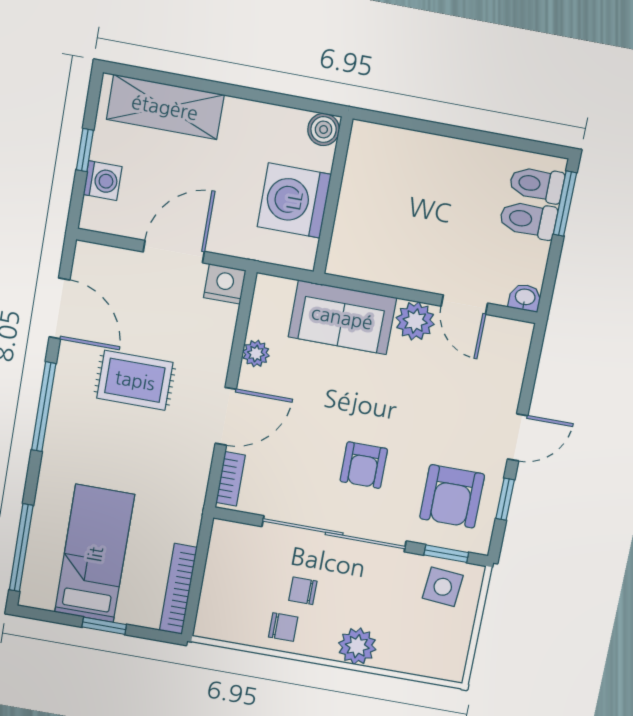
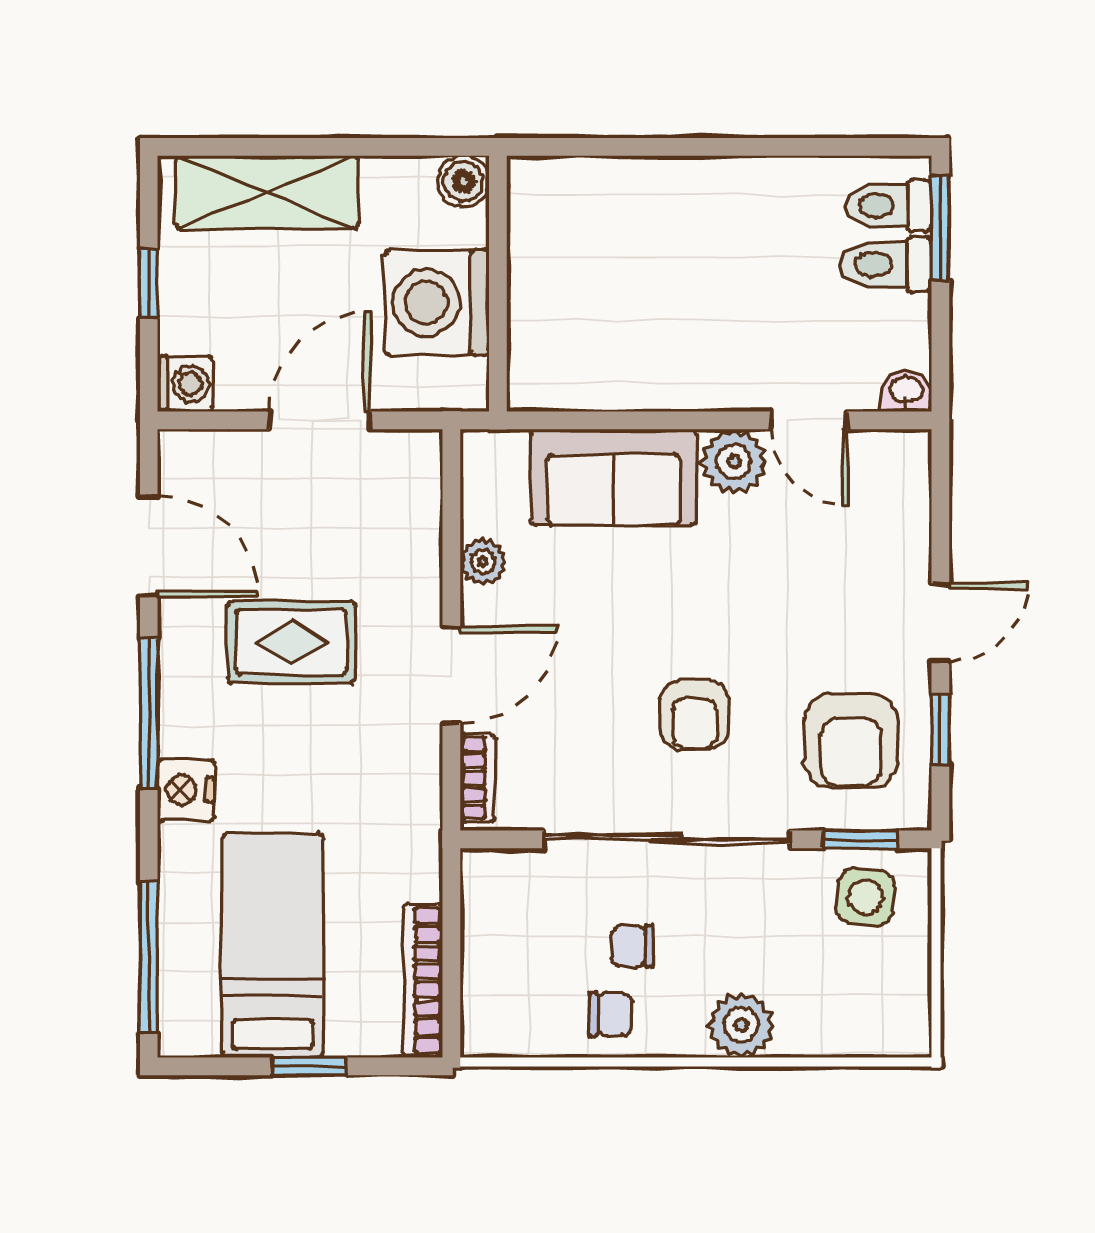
boiler: (324, 129) -> (463, 181), moved
washing machine: (103, 181) -> (185, 384), moved
wall: (333, 196) -> (498, 284), moved
washing machine: (294, 201) -> (437, 303), moved
nightstand: (225, 284) -> (186, 790), moved, turned -90

